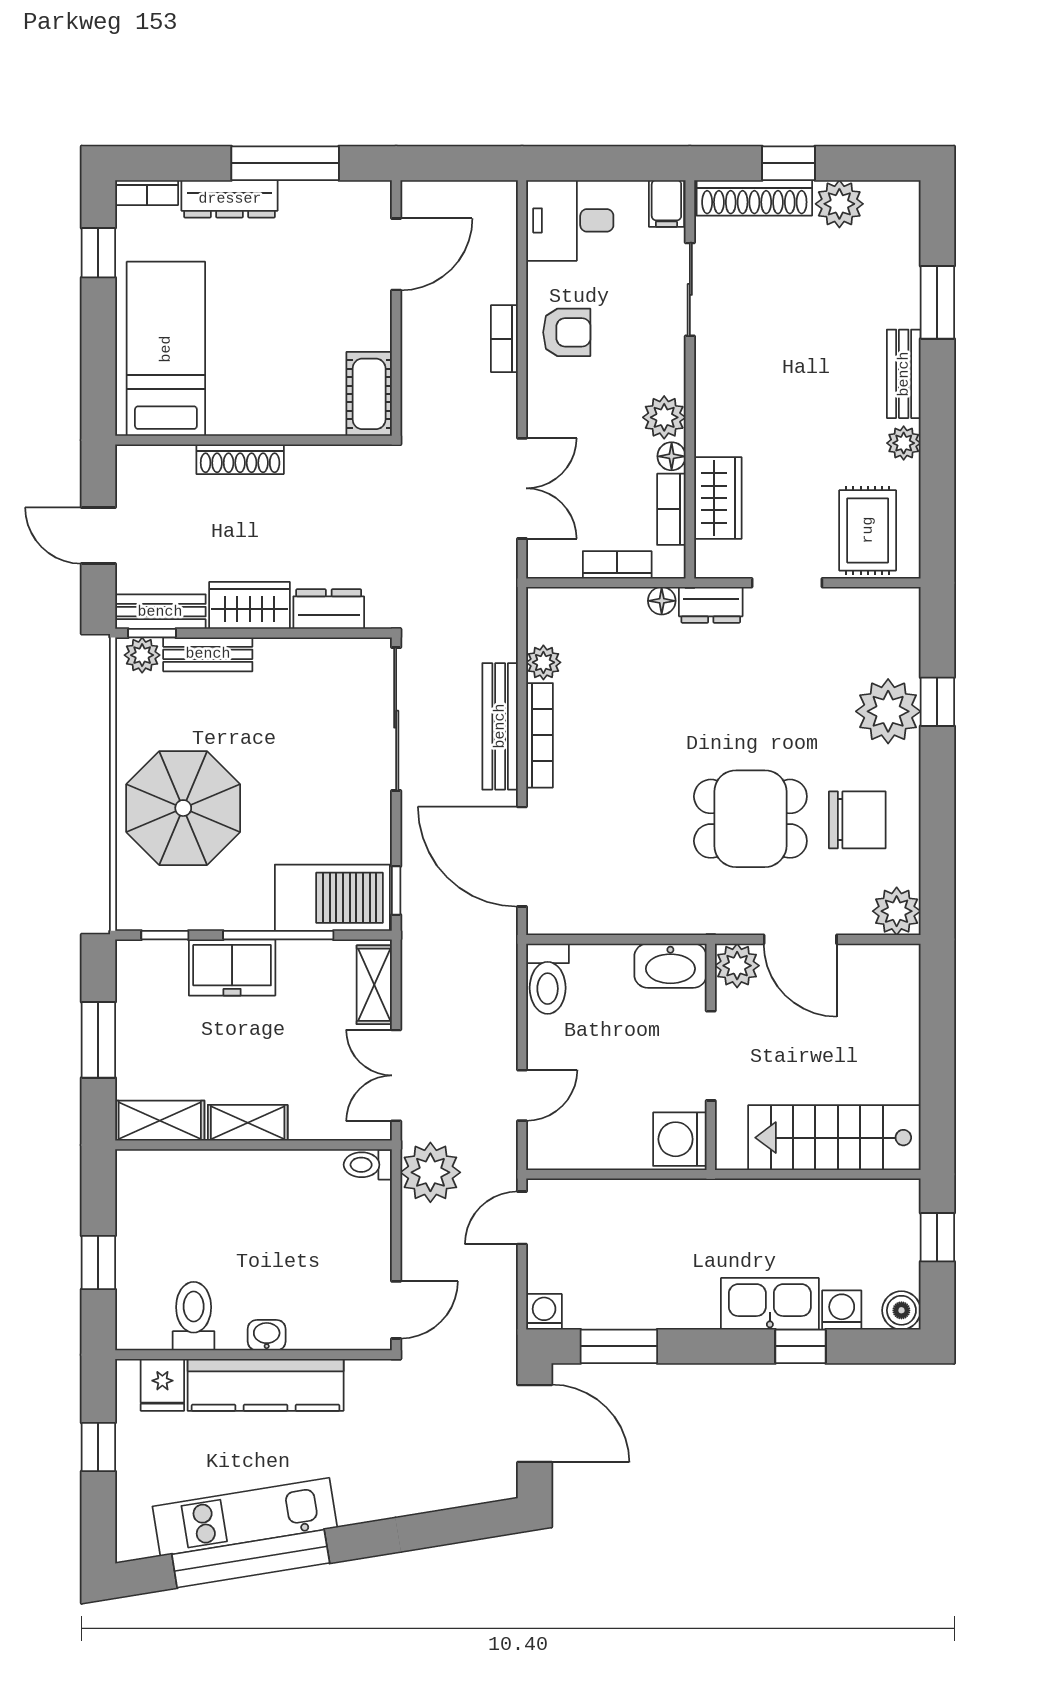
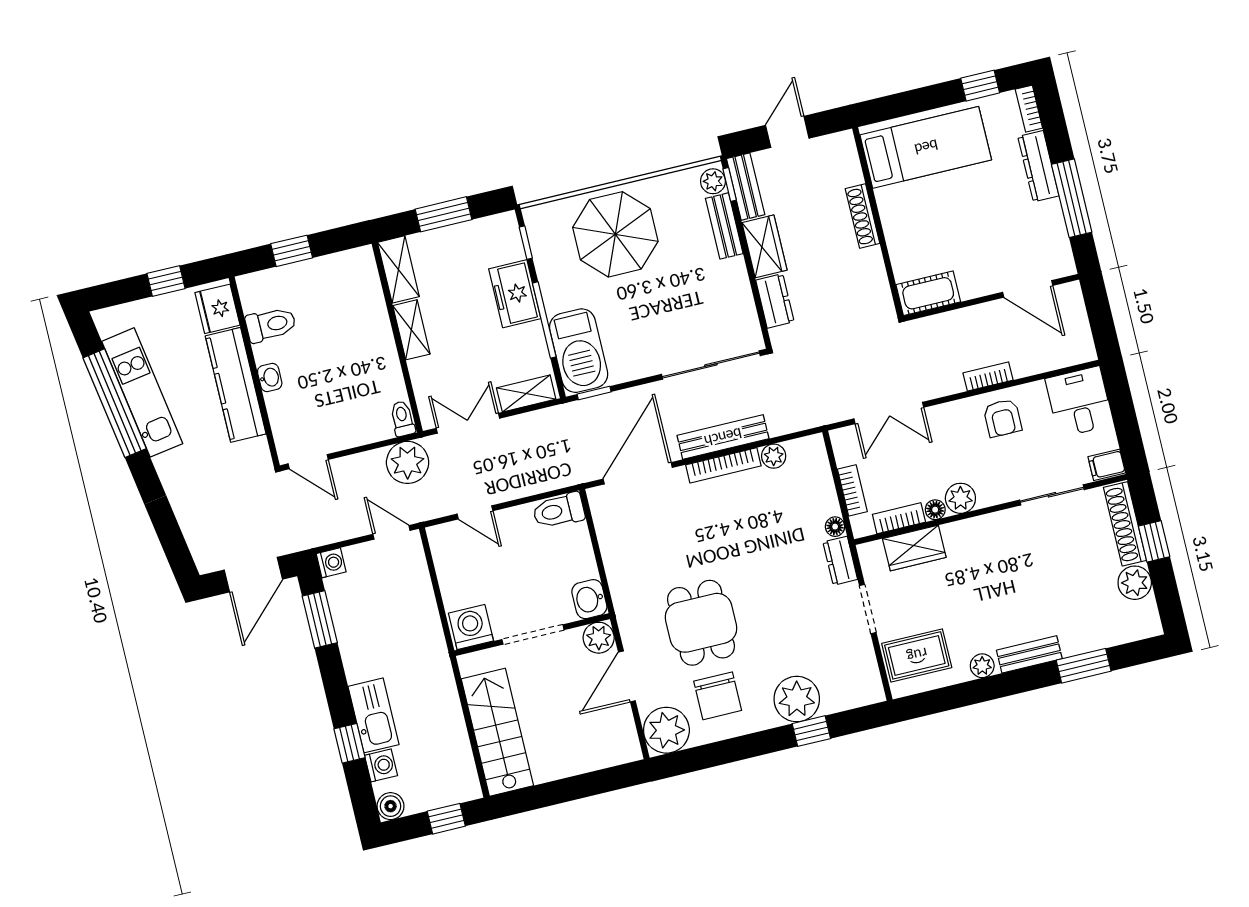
plant: (897, 911) -> (666, 730), width x1.36, depth x1.36
washbasin: (670, 966) -> (589, 599), width x0.72
fridge: (162, 1385) -> (217, 309), width x1.38

